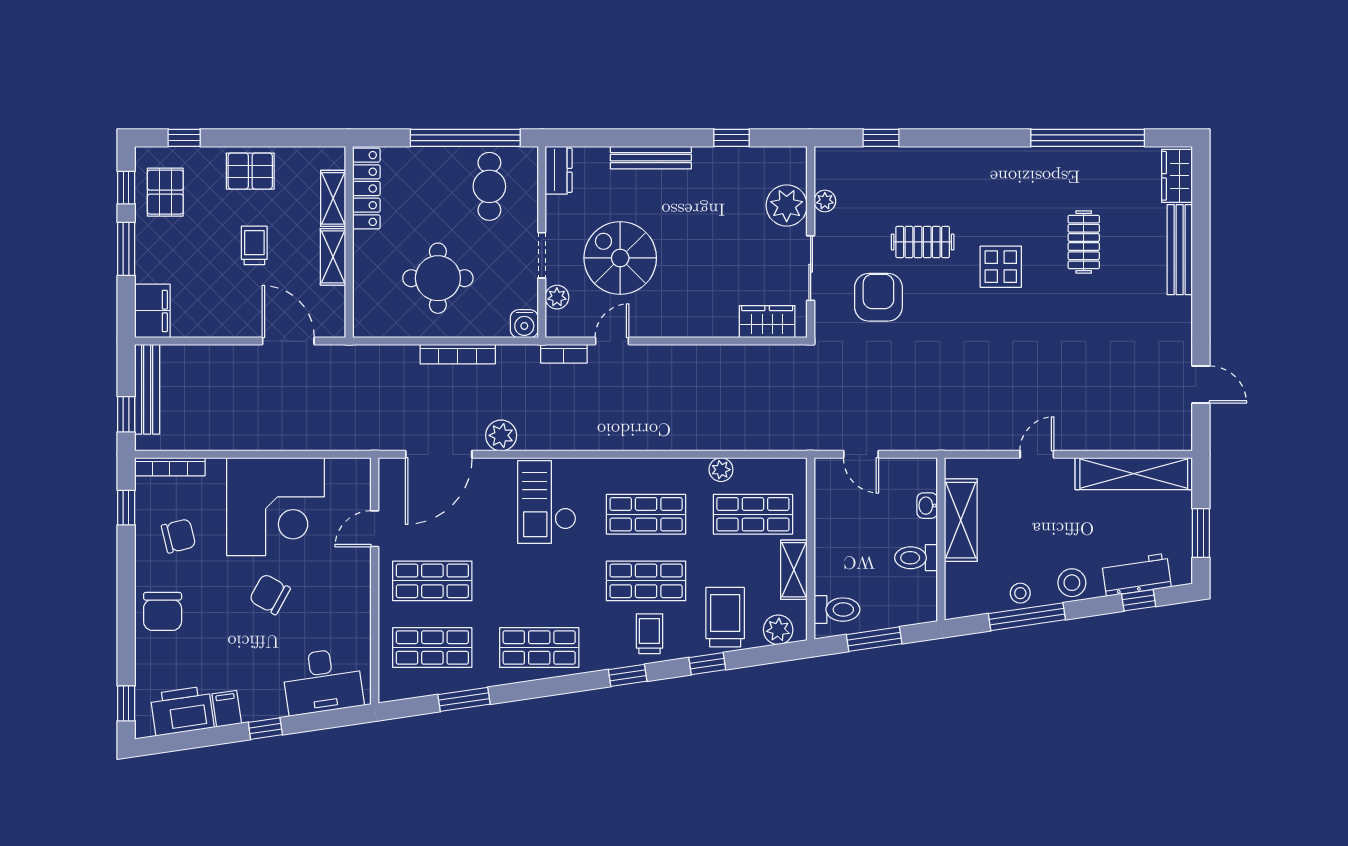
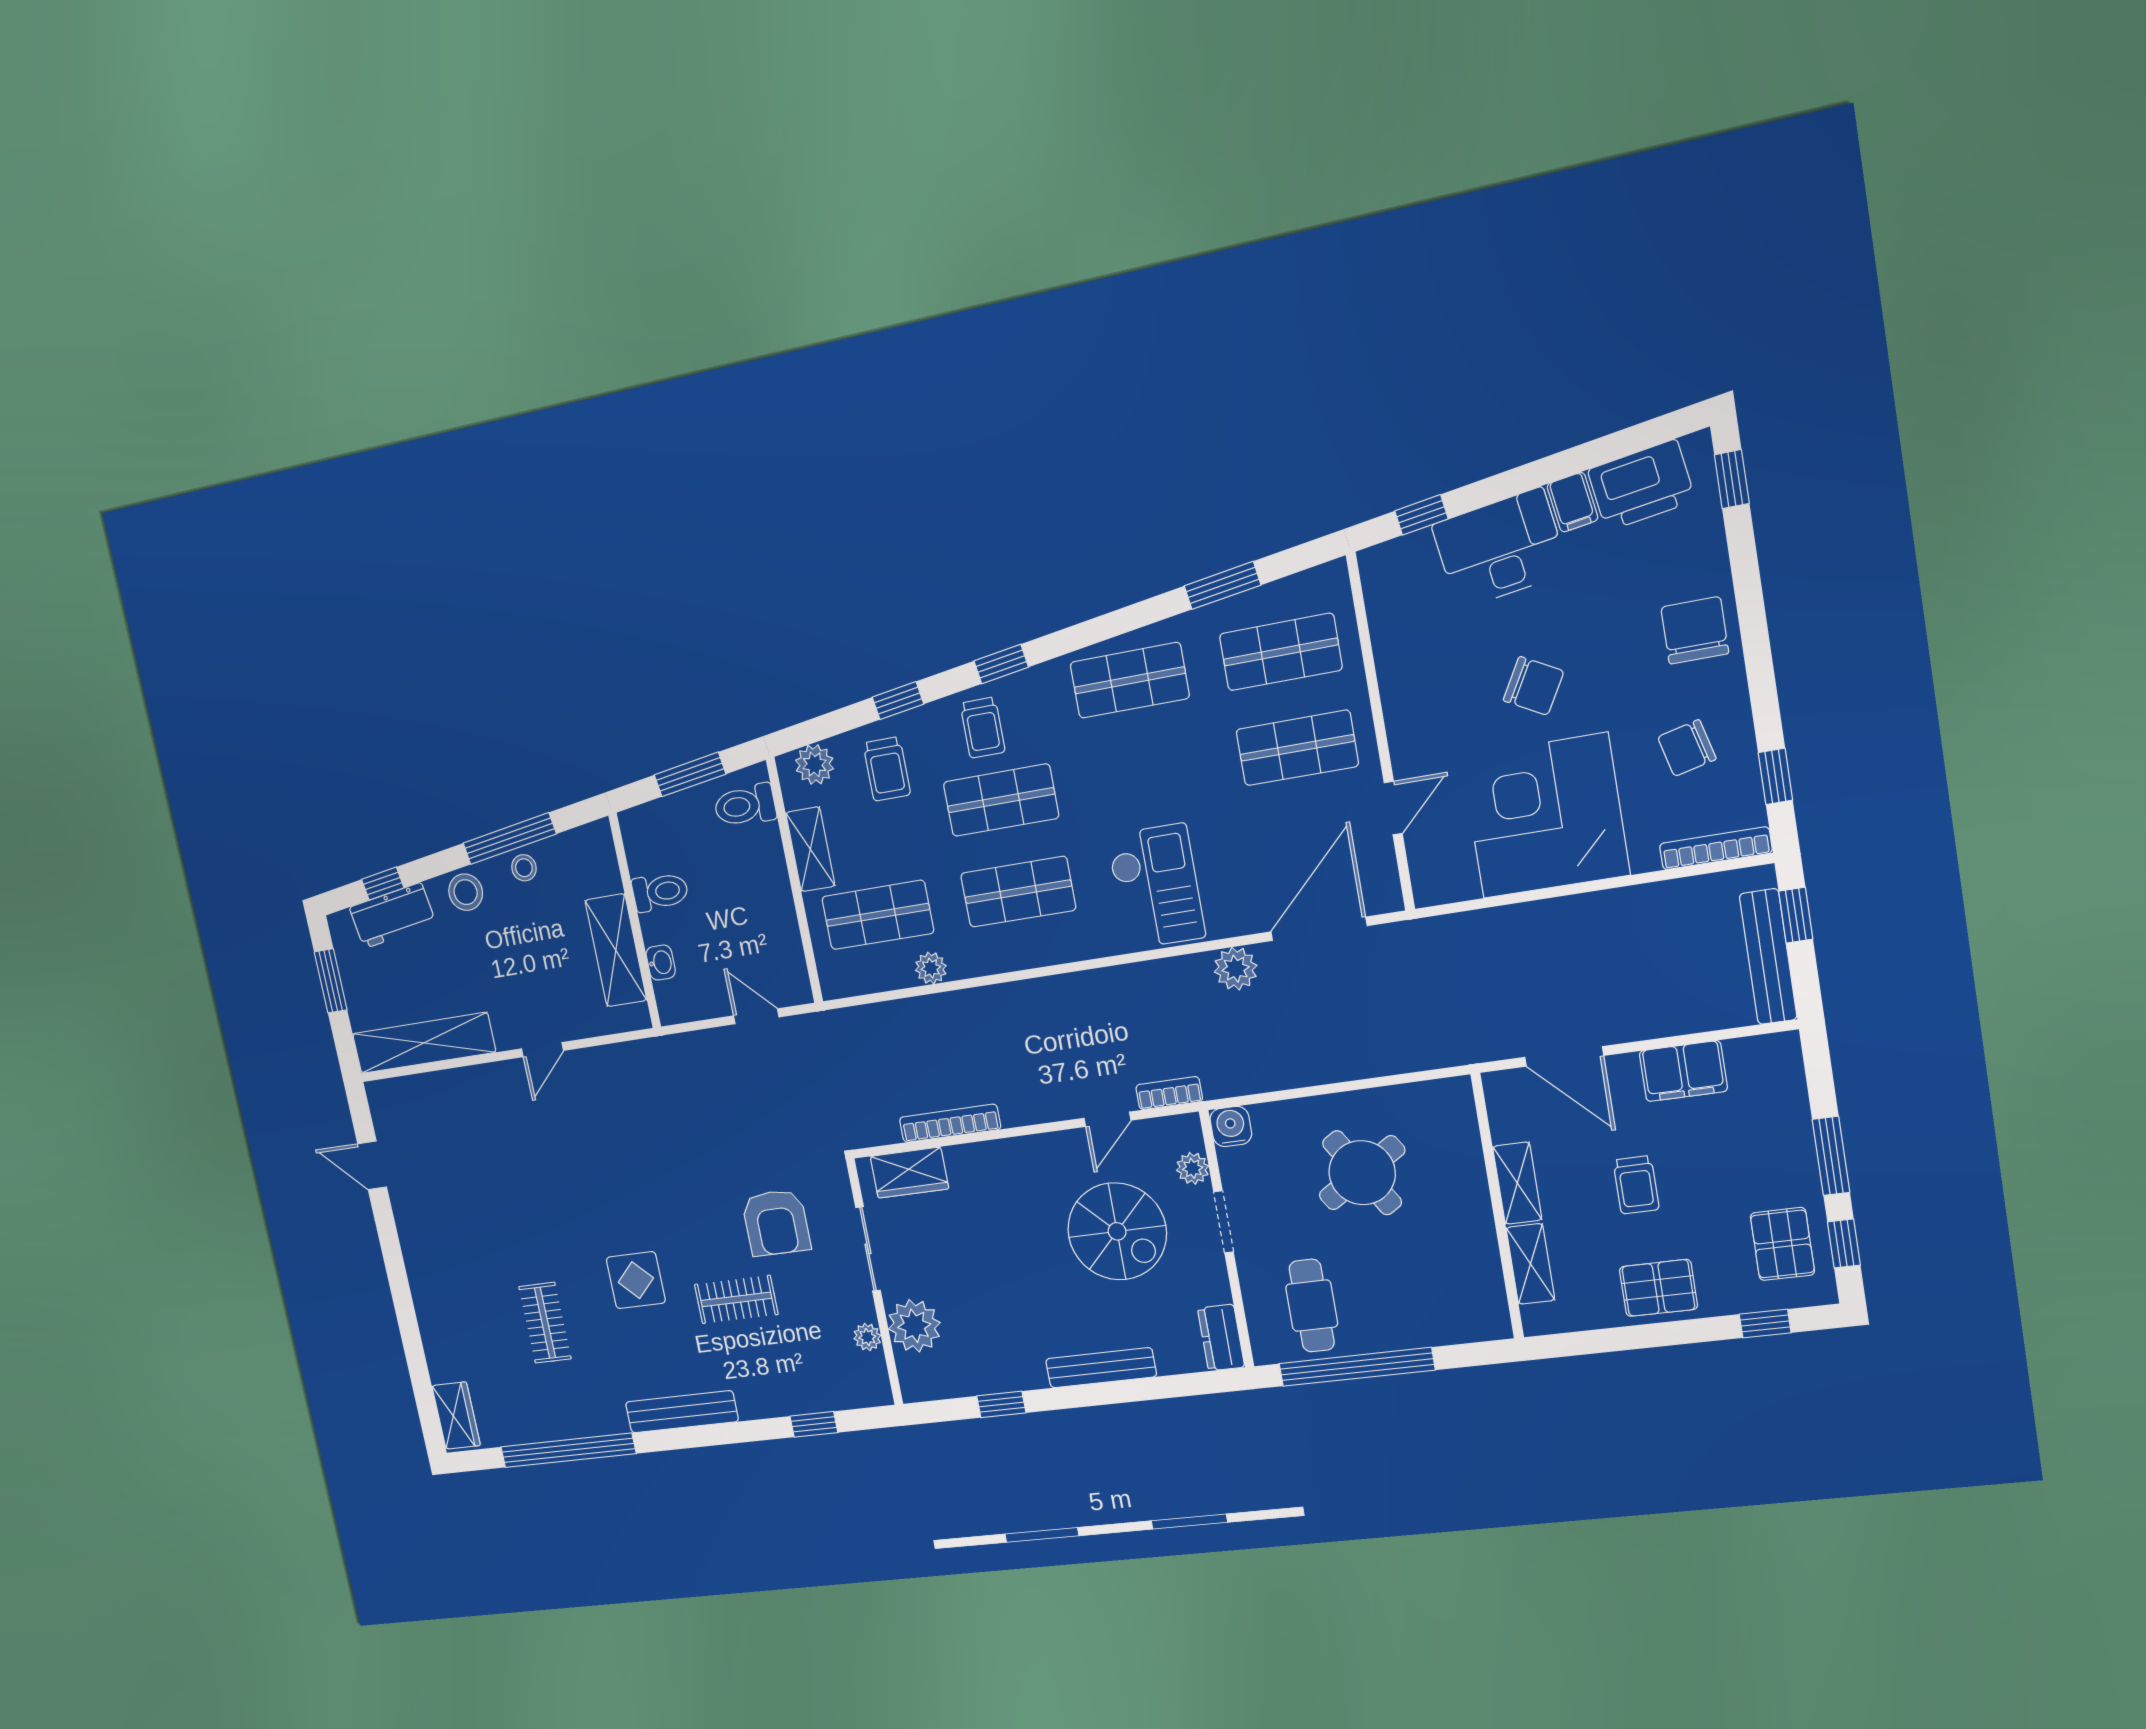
locker: (366, 188) -> (1485, 1283), removed
bench: (1180, 250) -> (682, 1412), moved, turned 90
round table: (438, 278) -> (1362, 1173), turned -32
filing cabinet: (152, 311) -> (1683, 1071), moved, turned -90
bookcase: (458, 354) -> (950, 1123), moved
trolley: (725, 617) -> (887, 769), width x0.73, depth x0.72
desk: (323, 681) -> (1500, 549), moved
window: (265, 729) -> (1422, 515), moved

